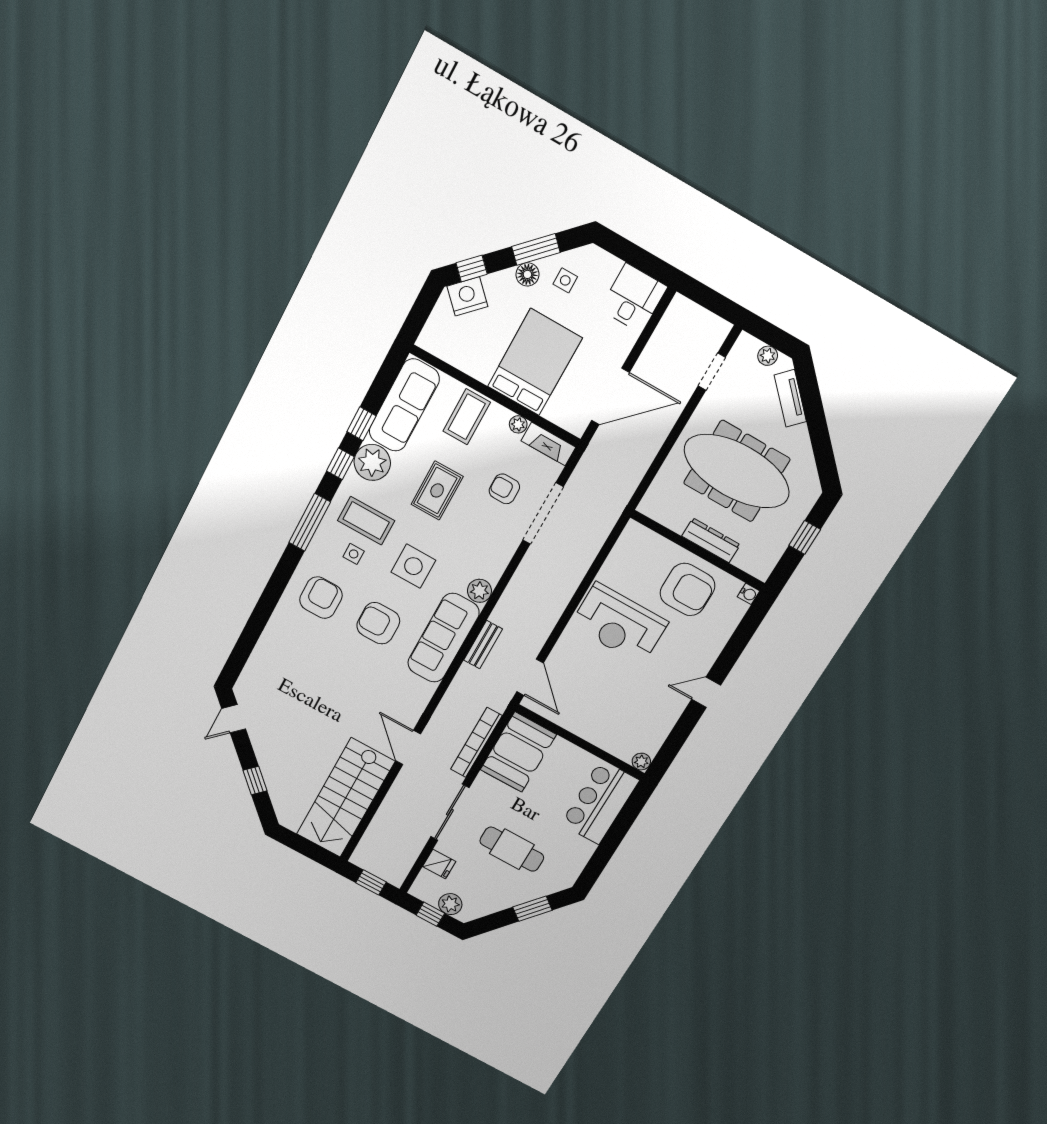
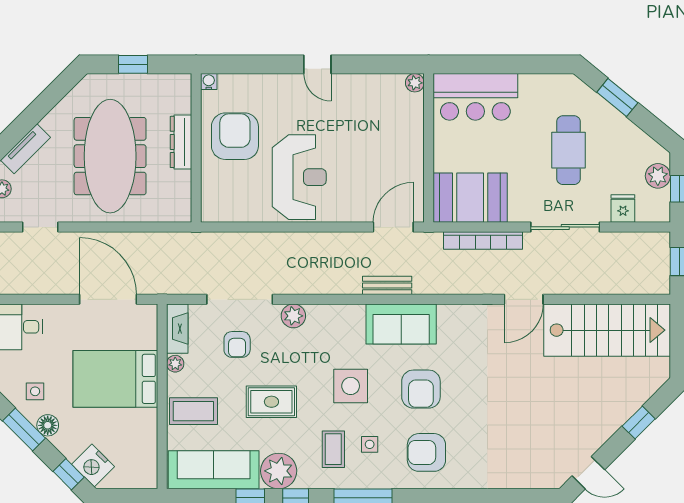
coffee table: (366, 521) -> (333, 449), width x0.73, depth x0.77
plant: (479, 591) -> (293, 316), moved
sofa: (443, 638) -> (401, 324), width x0.73

